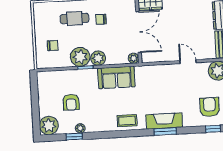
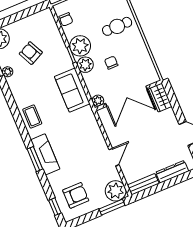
cafe table: (74, 18) -> (117, 26), turned 90
chair: (101, 19) -> (111, 63), moved
chair: (53, 46) -> (66, 19), moved
armchair: (71, 102) -> (31, 53), turned 64

